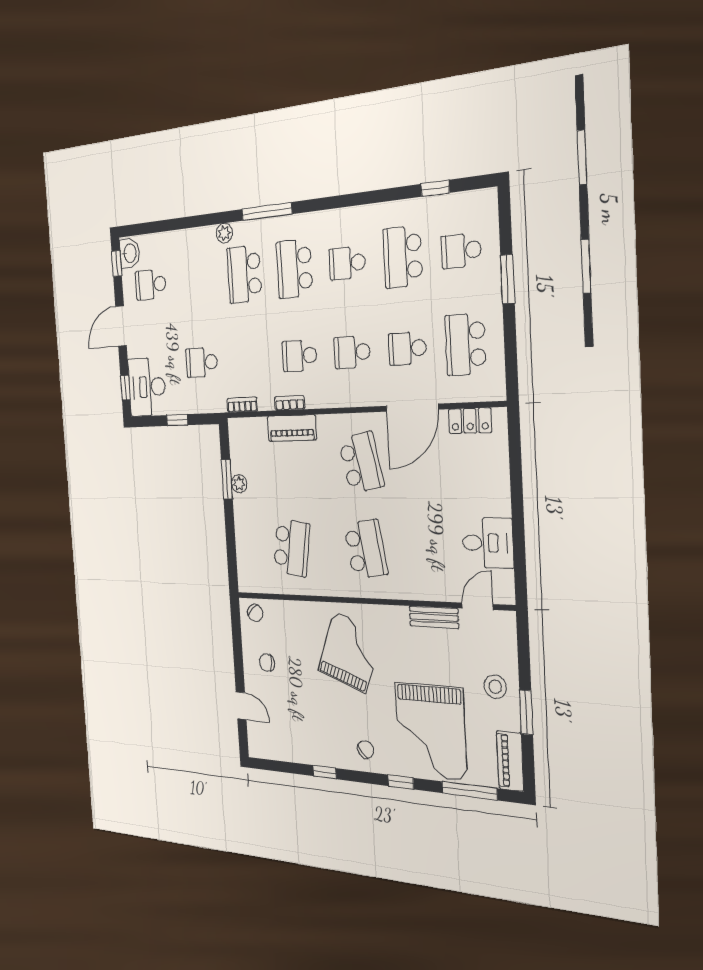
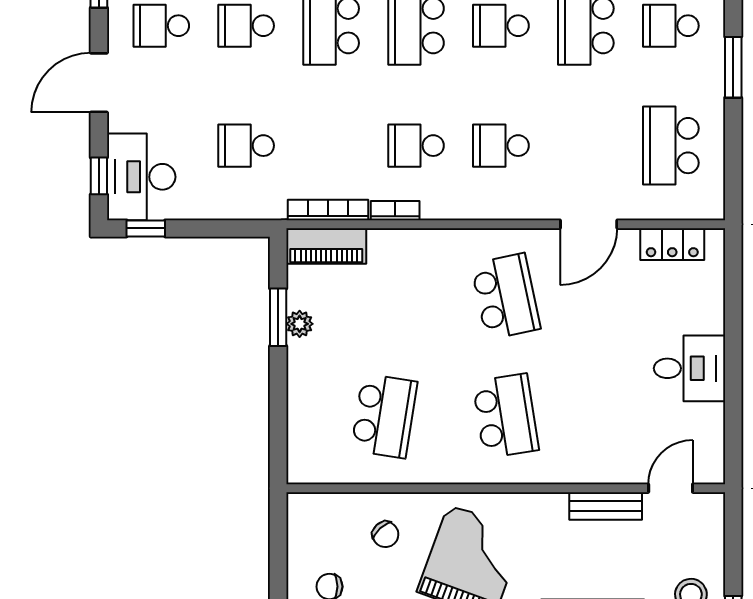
school desk: (407, 348) -> (246, 26), moved
bookcase: (242, 405) -> (328, 210), width x1.56
door: (412, 408) -> (589, 224), width x0.73
window: (177, 420) -> (146, 228), moved
piano: (292, 428) -> (326, 246), moved
desk: (488, 543) -> (689, 368), moved
chair: (255, 613) -> (385, 534), moved

